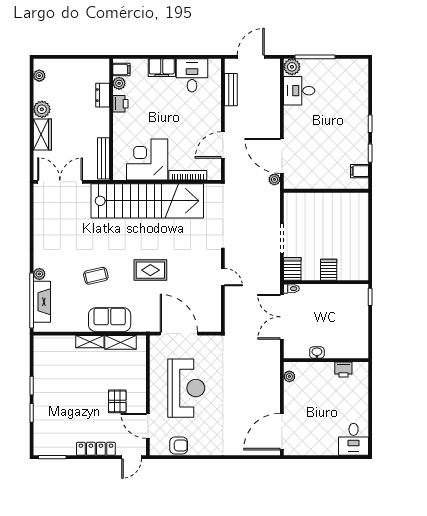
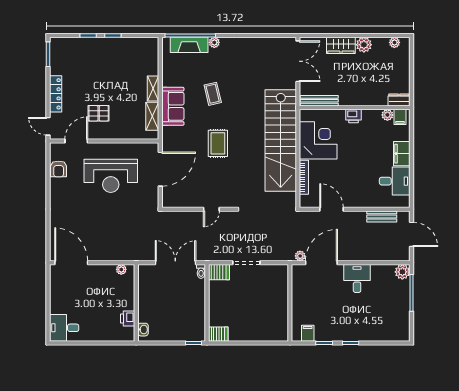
desk: (299, 91) -> (357, 278), moved
dresser: (103, 95) -> (399, 100), moved
printer: (120, 104) -> (354, 116), moved
server rack: (329, 270) -> (218, 334), moved
washbasin: (317, 353) -> (143, 330), moved

